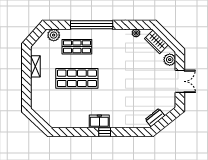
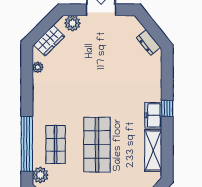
window: (92, 25) -> (27, 144), moved
shelving: (72, 121) -> (153, 150), added

